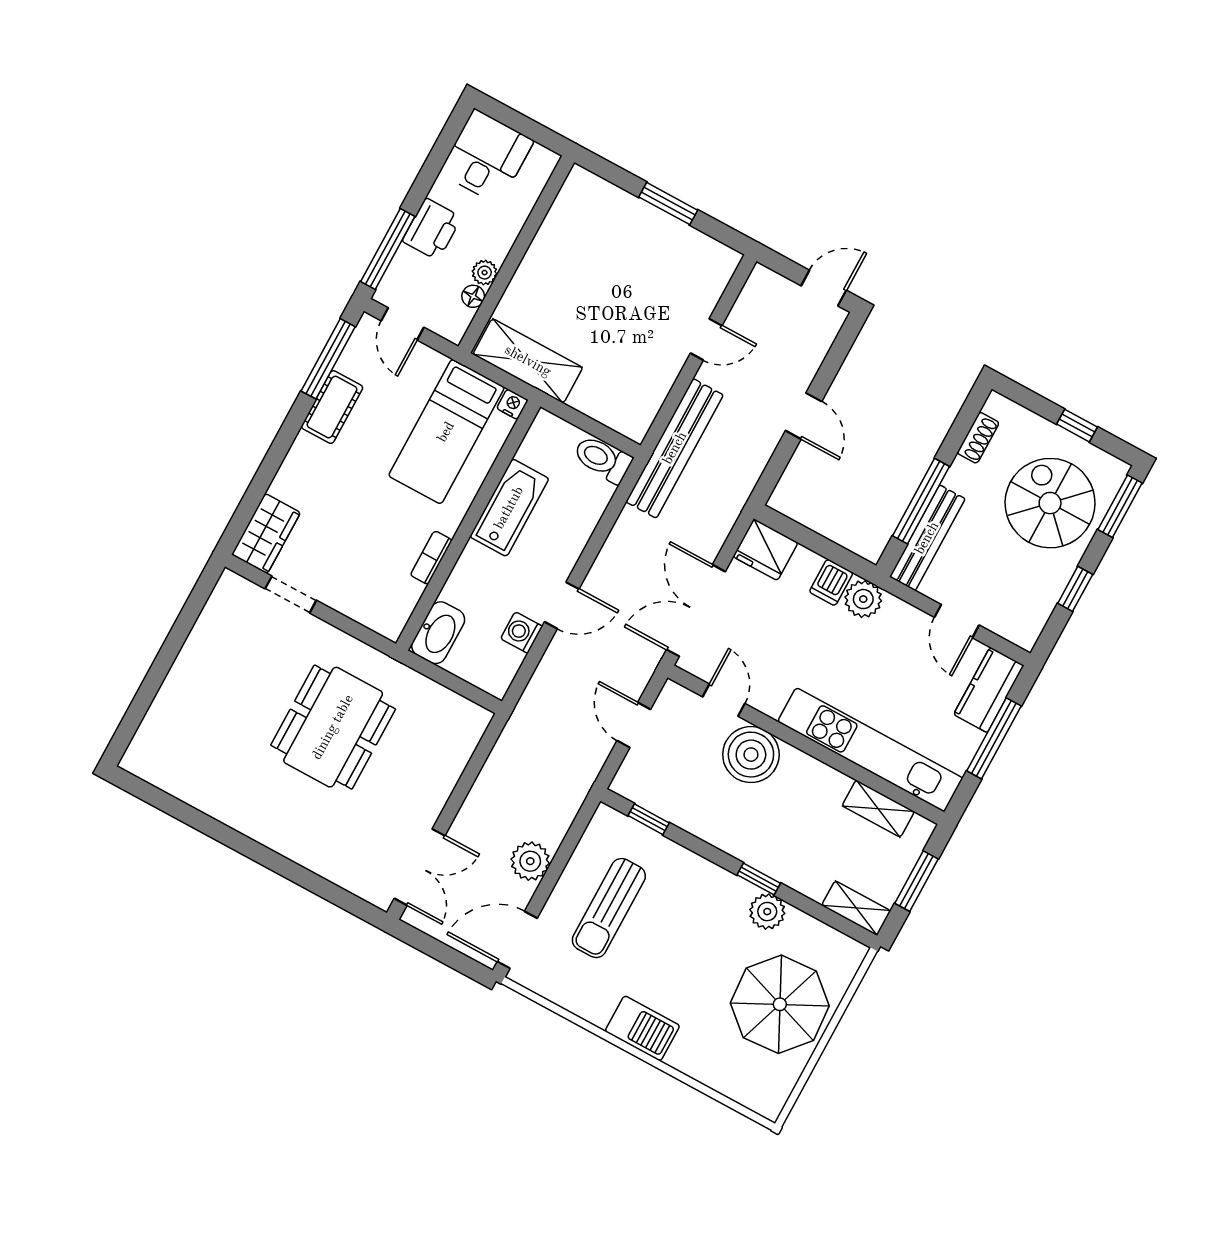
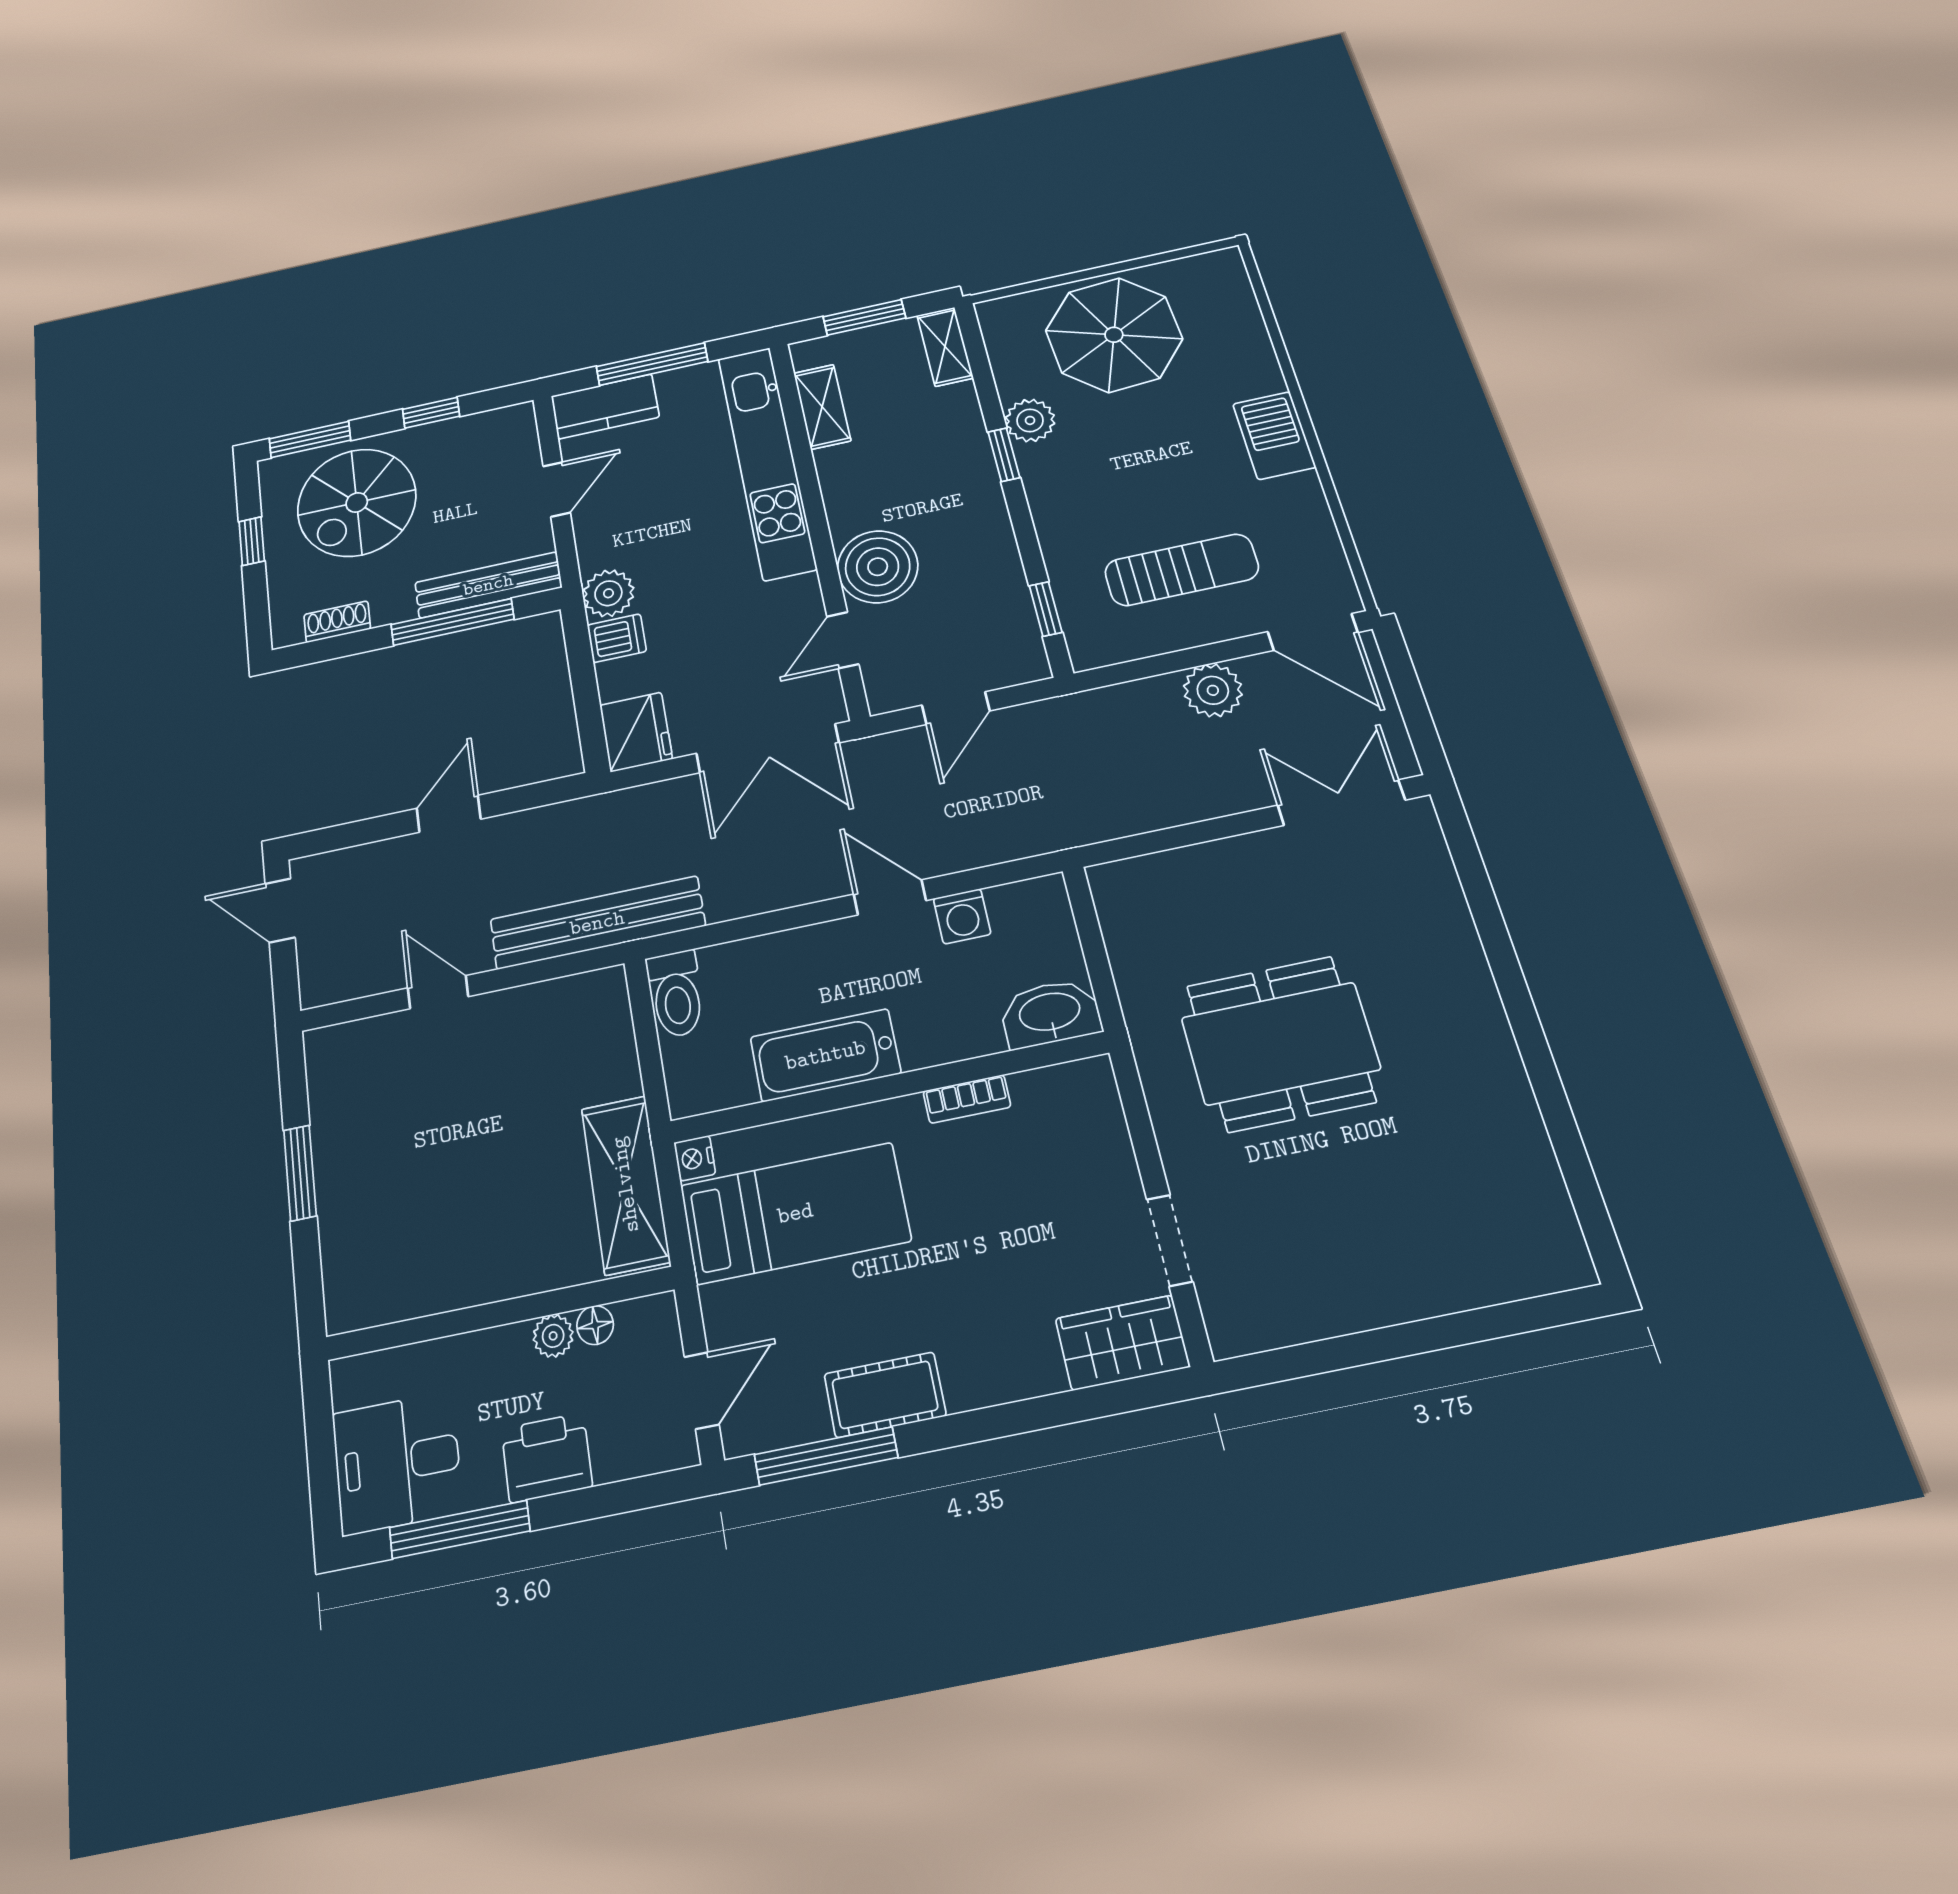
window: (388, 249) -> (460, 1529), moved

